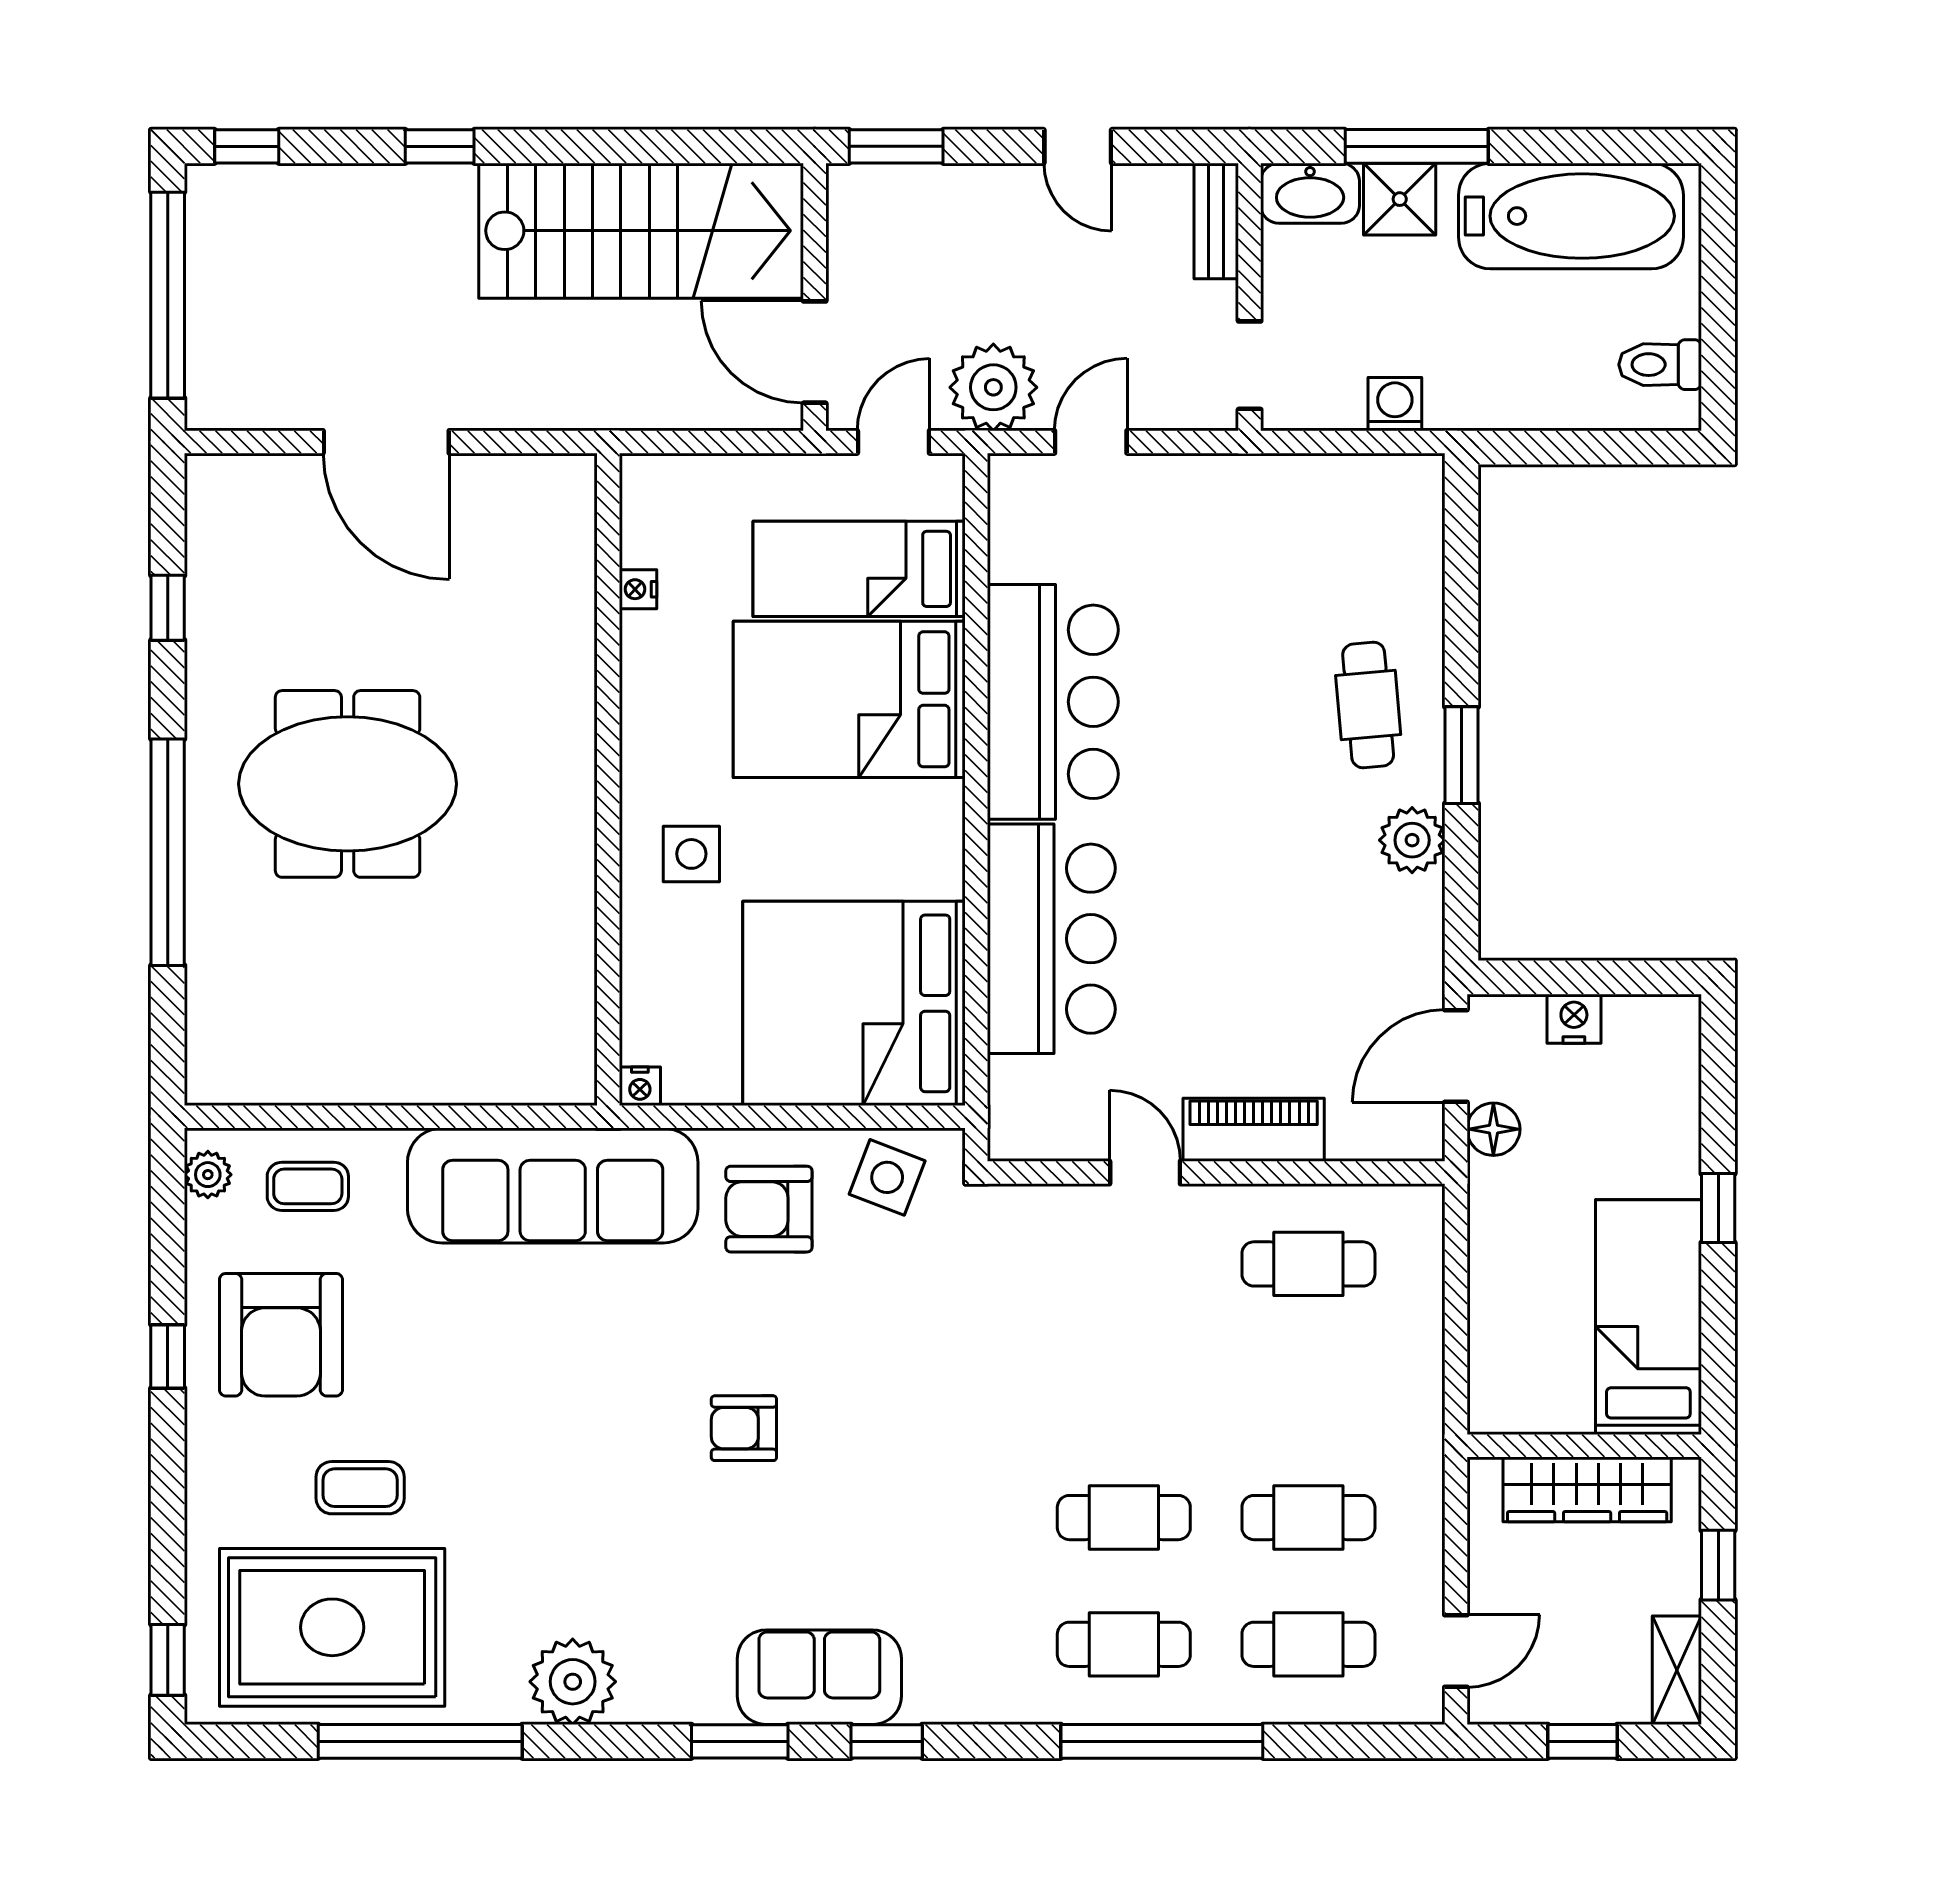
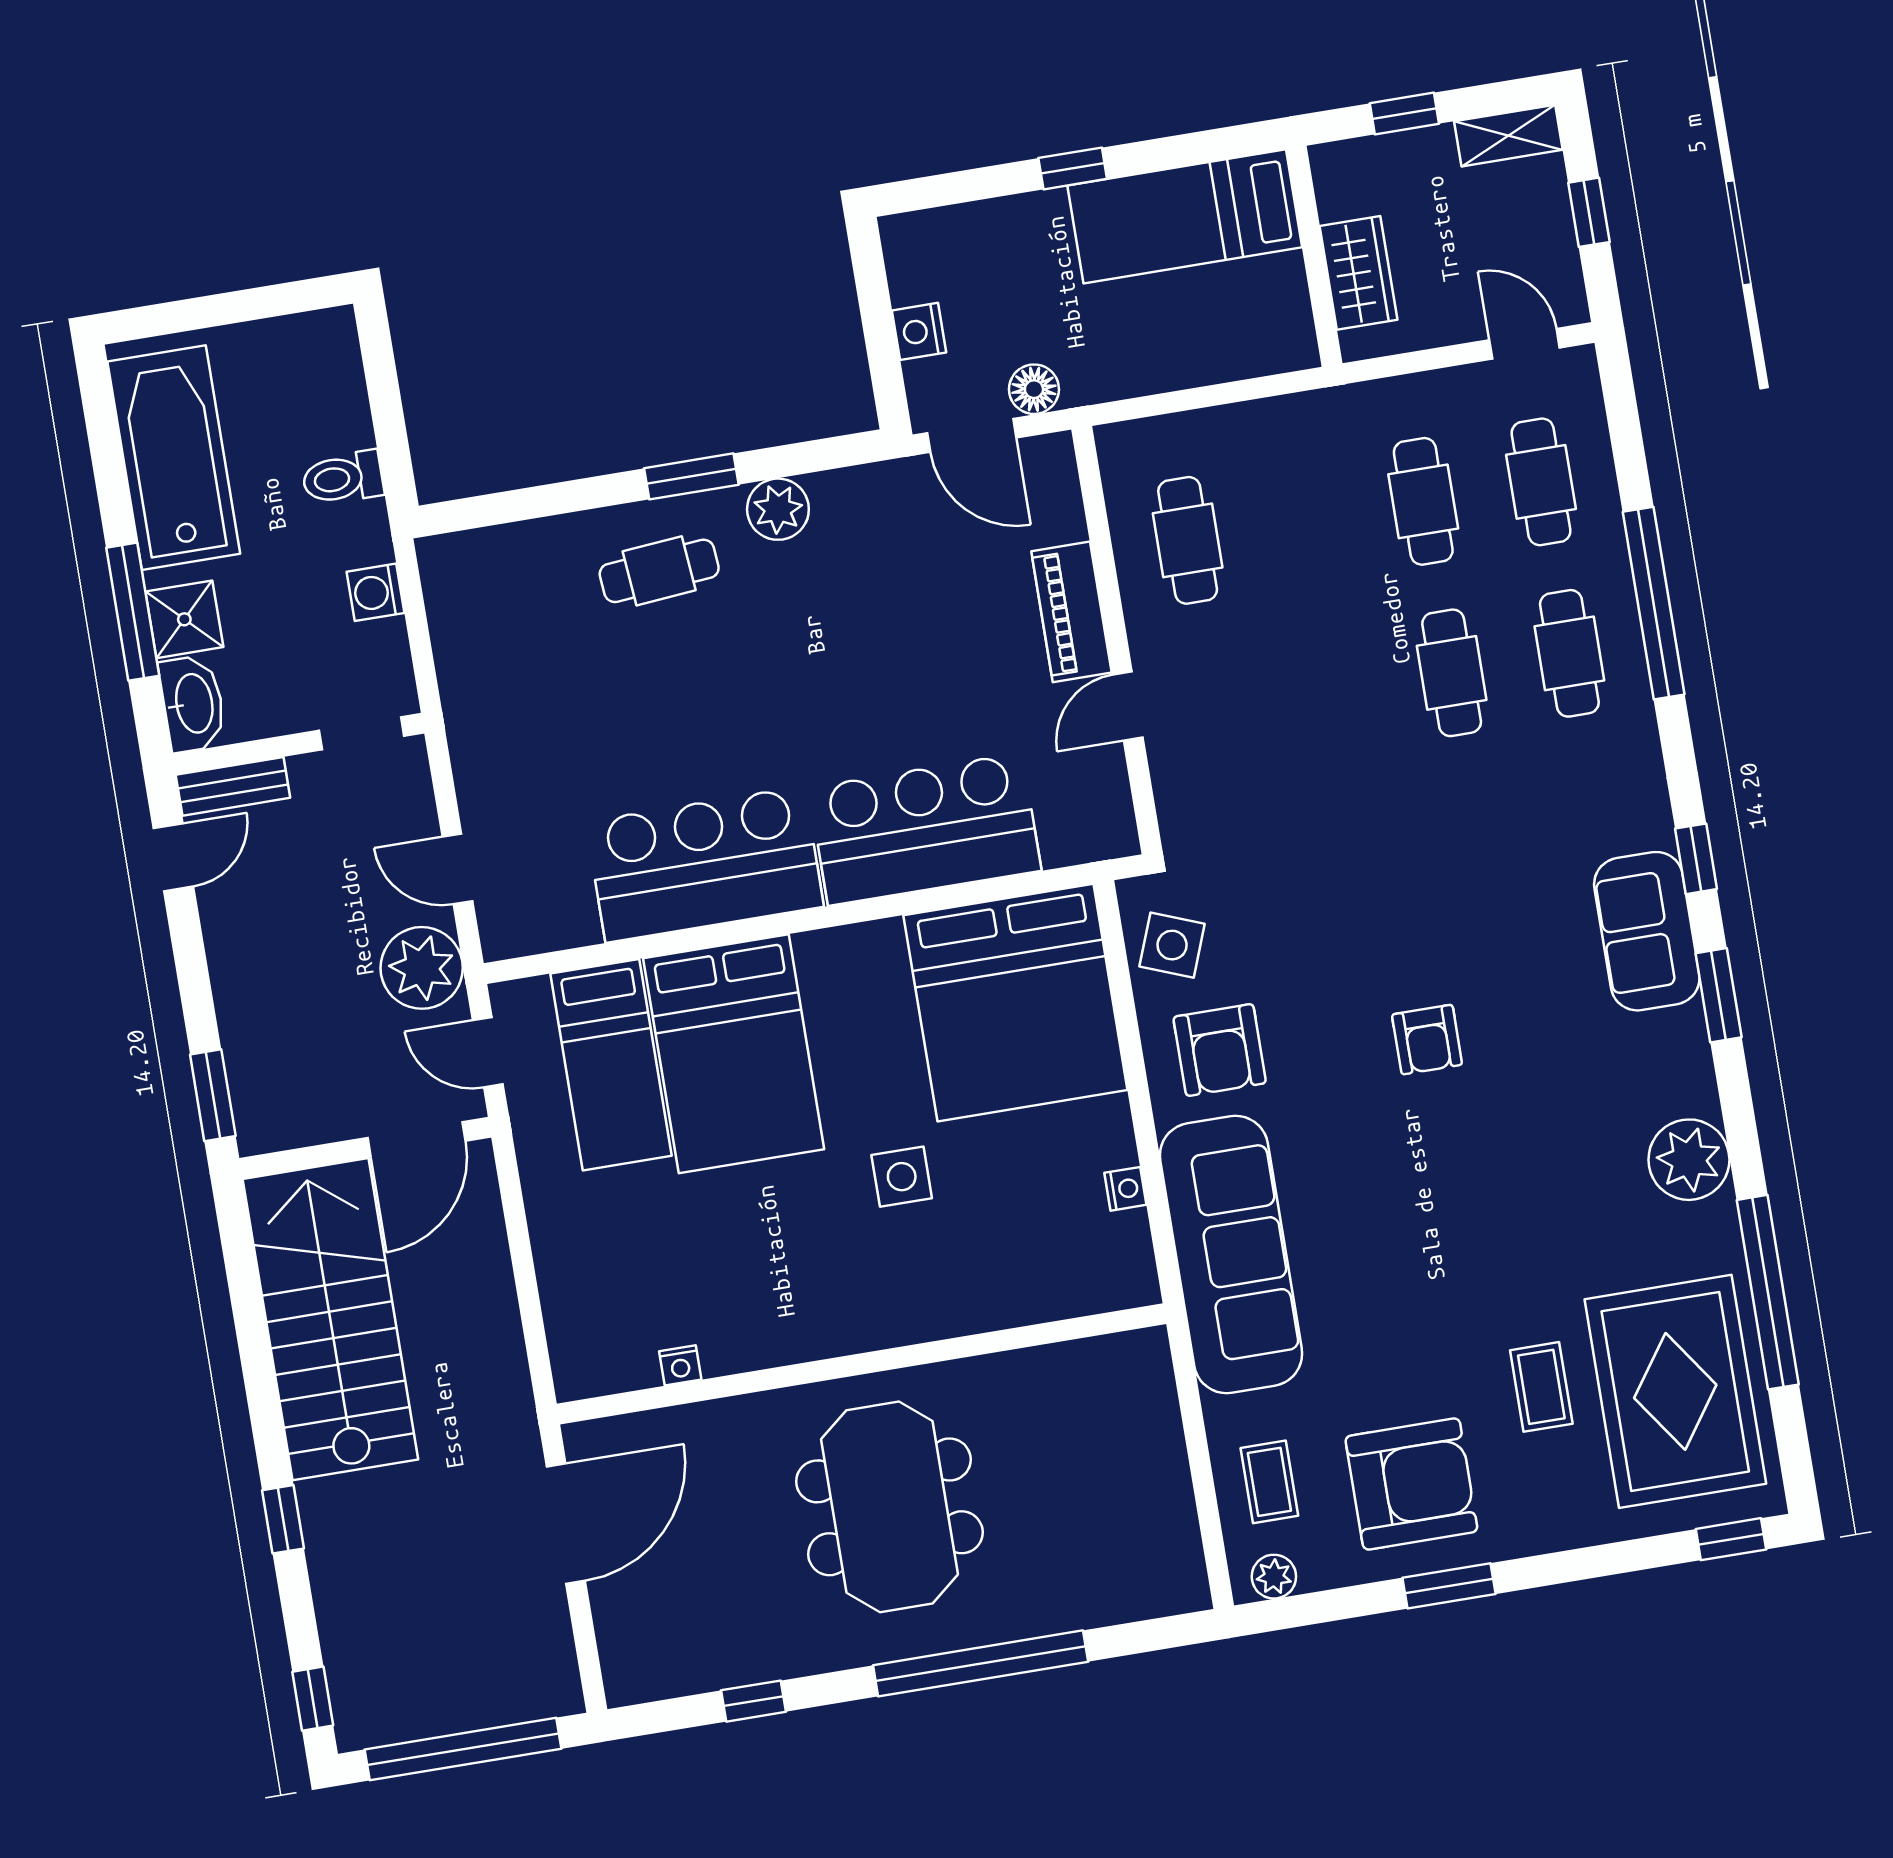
door: (1078, 146) -> (173, 857), moved
toilet: (1660, 365) -> (343, 478), moved, turned 90
nightstand: (638, 589) -> (680, 1365), moved
wall: (608, 779) -> (861, 1364), moved
window: (168, 1356) -> (1449, 1586), width x1.50
wardrobe: (1587, 1489) -> (1359, 273), width x0.67

